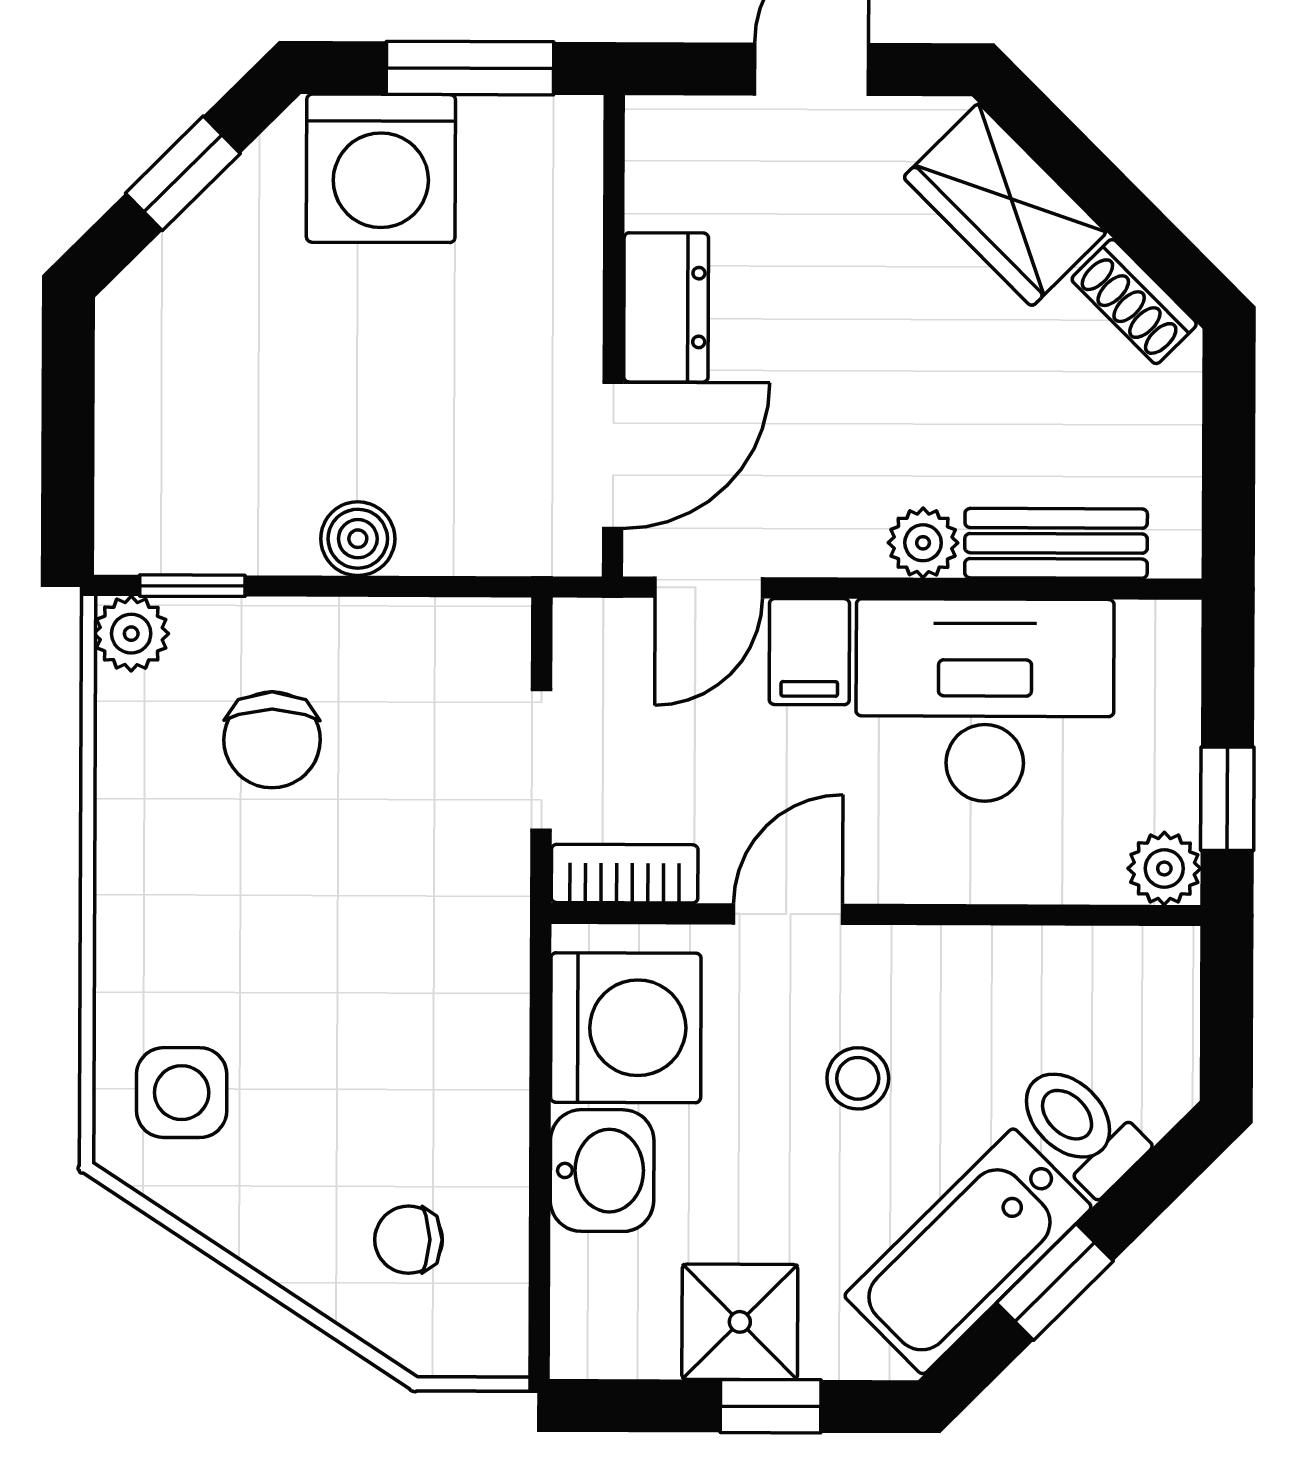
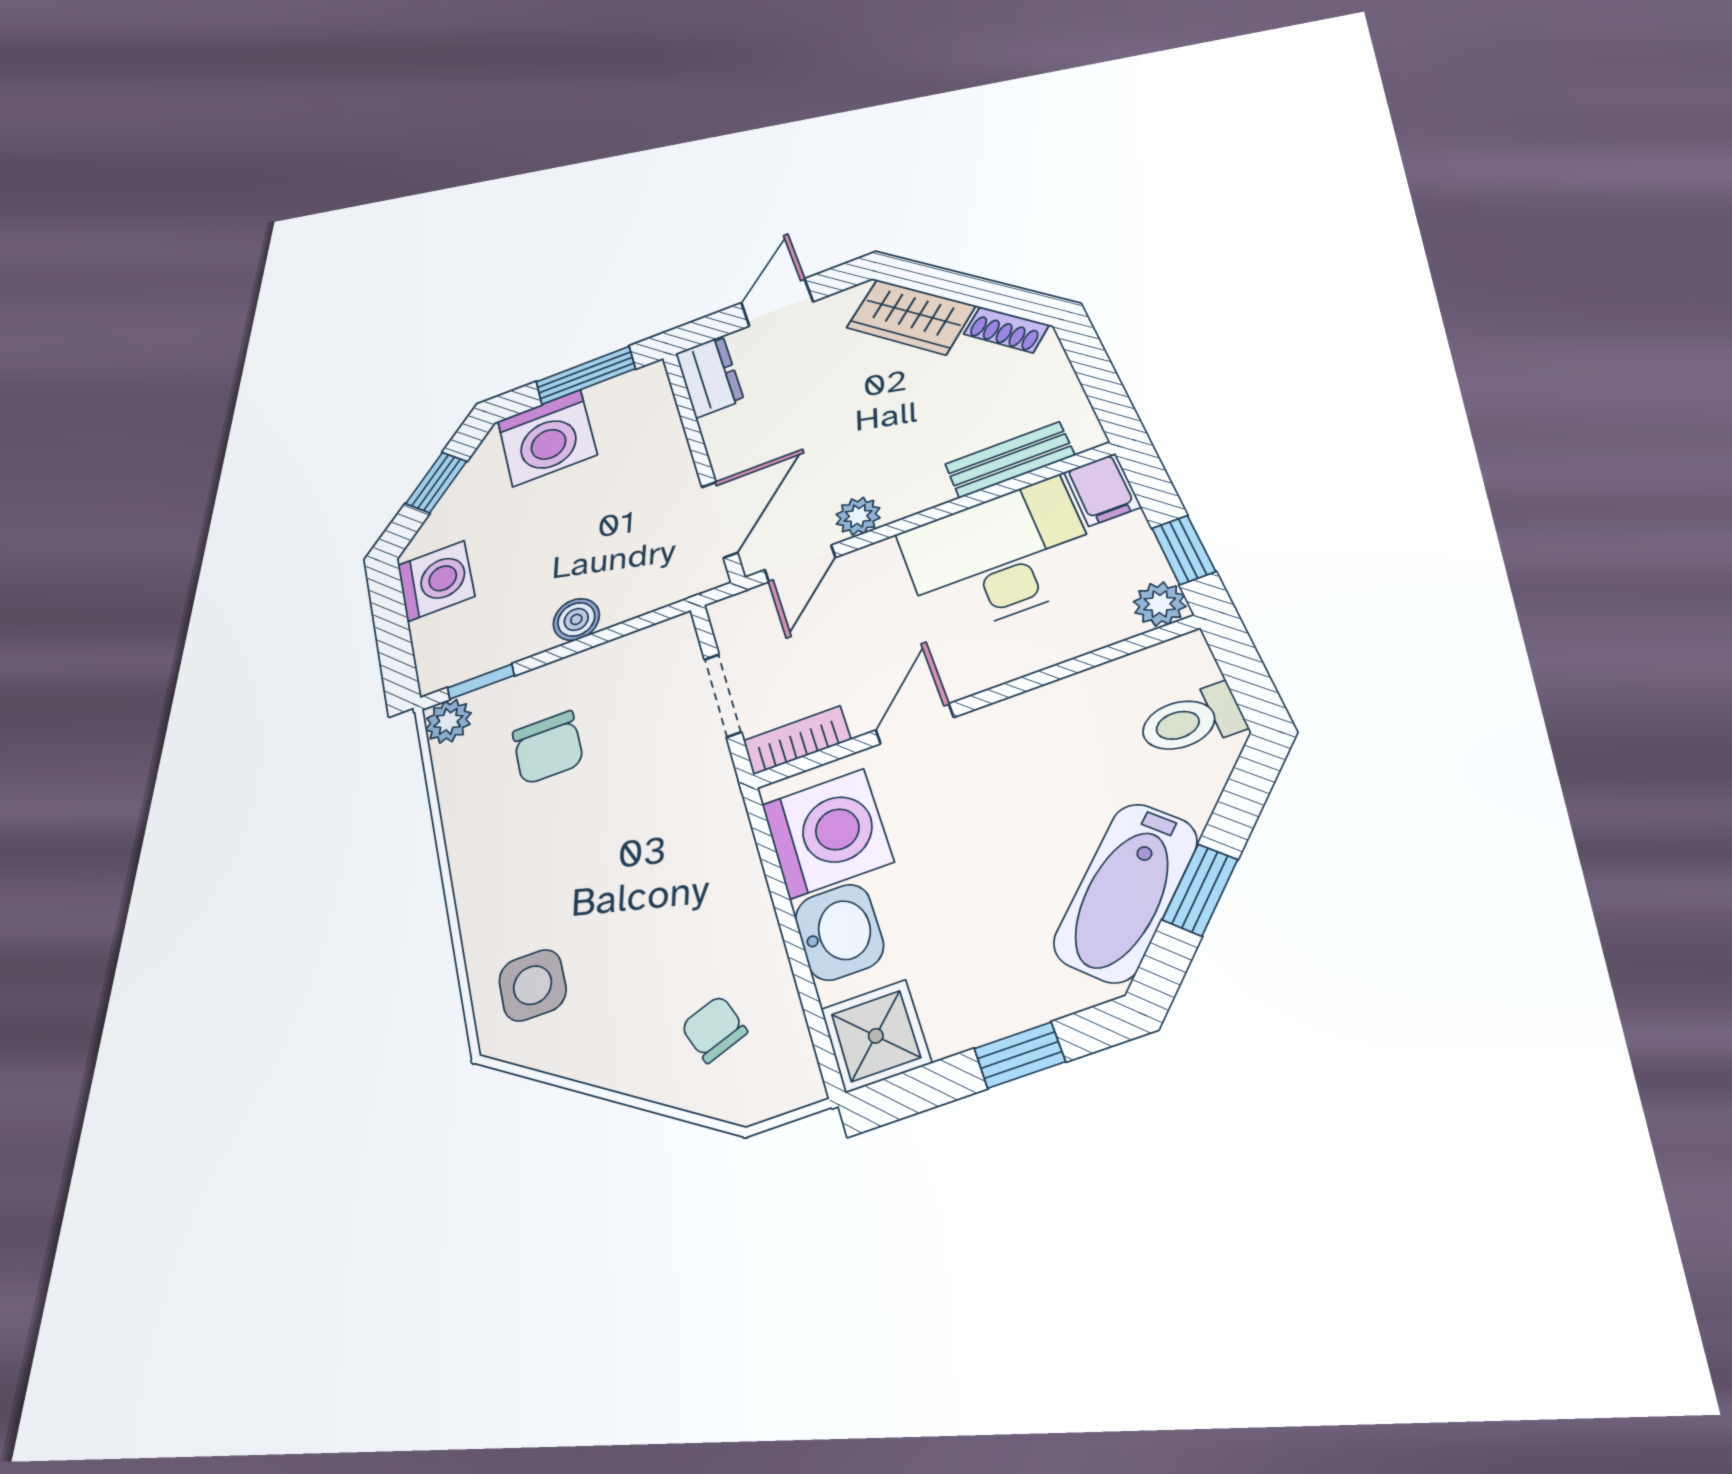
dresser: (666, 307) -> (709, 376), moved
washing machine: (152, 369) -> (436, 581), added
plant: (923, 543) -> (858, 516), moved
filing cabinet: (809, 652) -> (1102, 490), moved
stool: (858, 1078) -> (1000, 806), removed
toilet: (1080, 1128) -> (1191, 721), moved, turned -45
chair: (409, 1240) -> (714, 1029), turned 70
shower: (740, 1322) -> (876, 1036), moved

